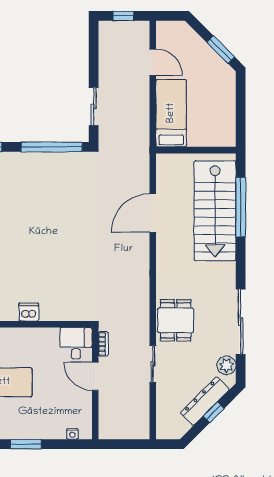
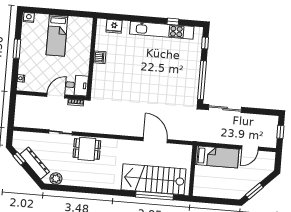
sliding door: (94, 107) -> (225, 109), width x1.37
sliding door: (241, 322) -> (83, 190), removed
window: (214, 412) -> (19, 159), moved

